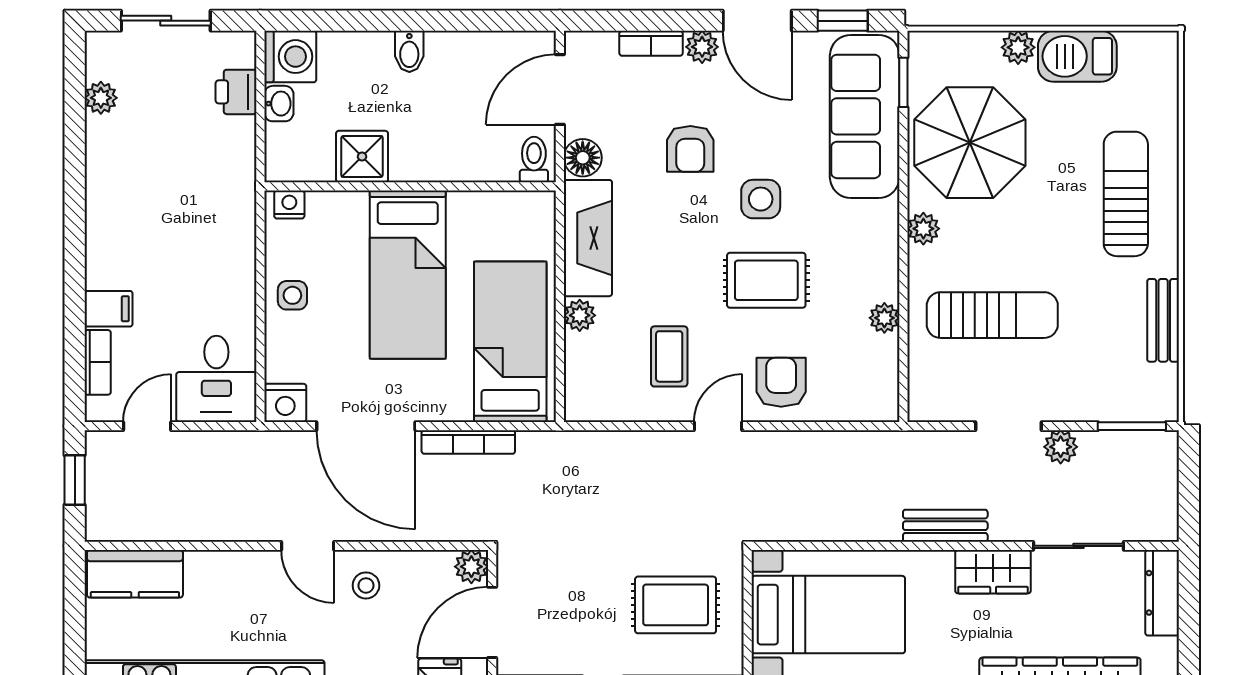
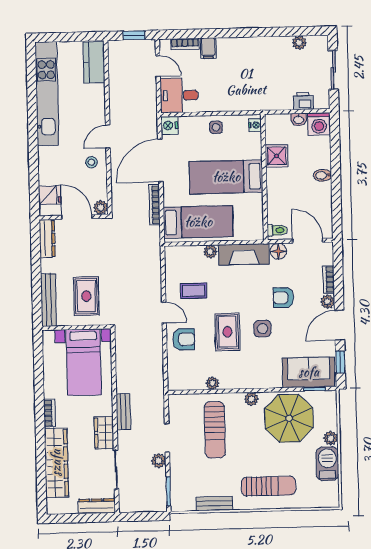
sofa: (865, 116) -> (309, 372), width x0.73

